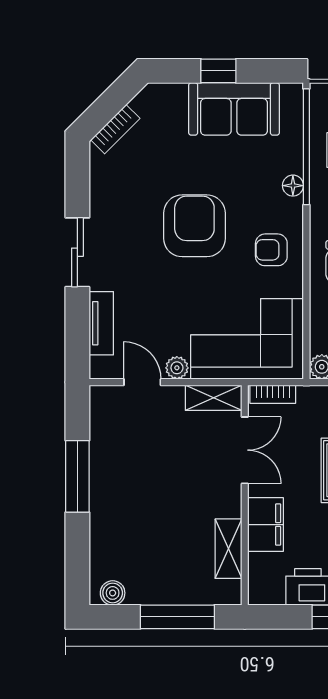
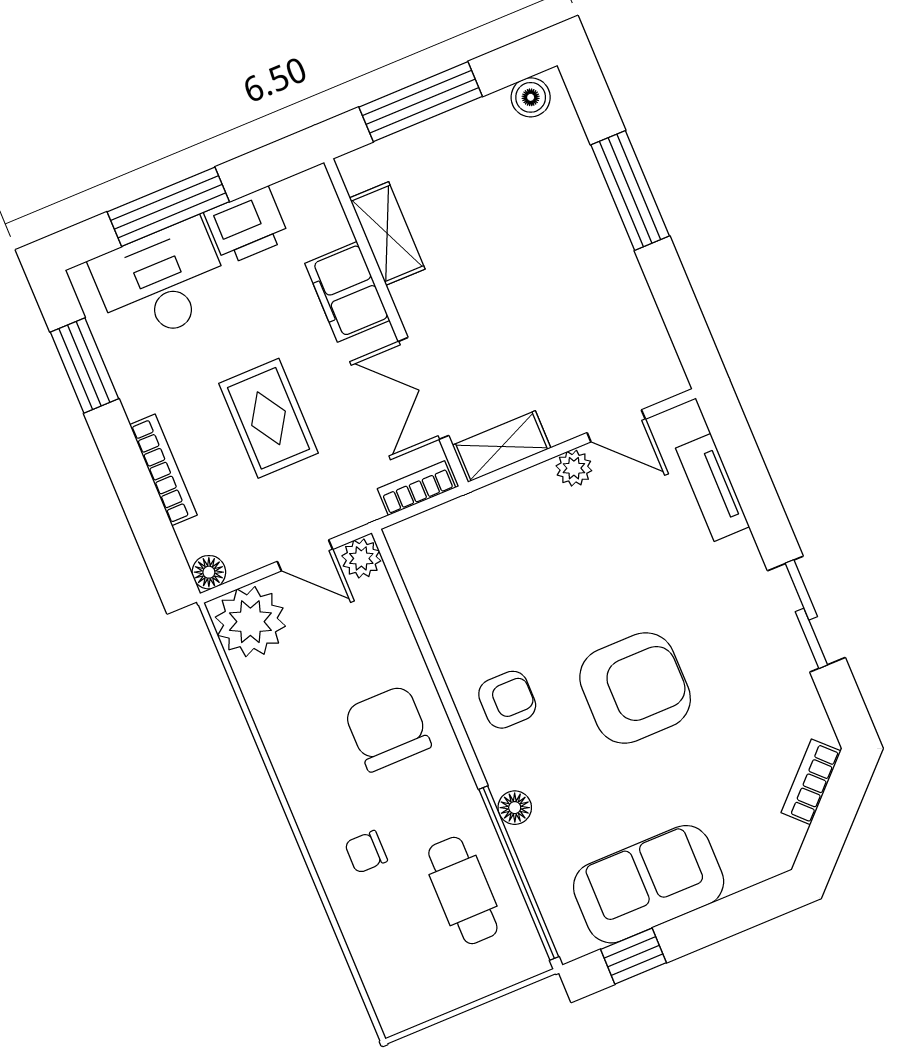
window: (218, 71) -> (633, 956), moved
armchair: (194, 226) -> (635, 688), turned -90
sliding door: (77, 252) -> (806, 614), moved
corner sofa: (247, 339) -> (488, 554), removed
window: (77, 476) -> (630, 190), moved

